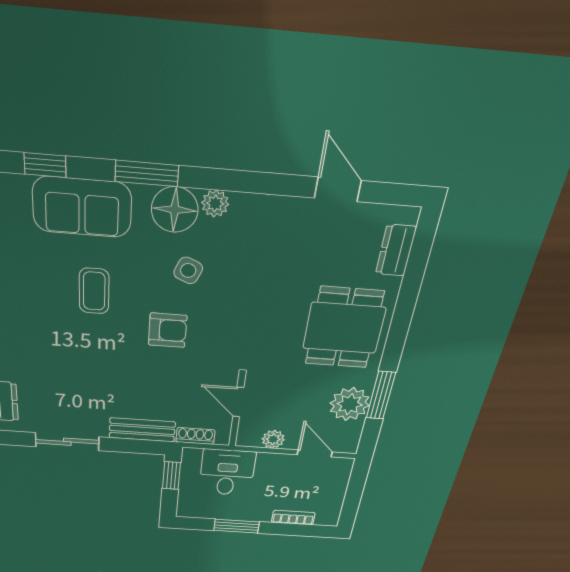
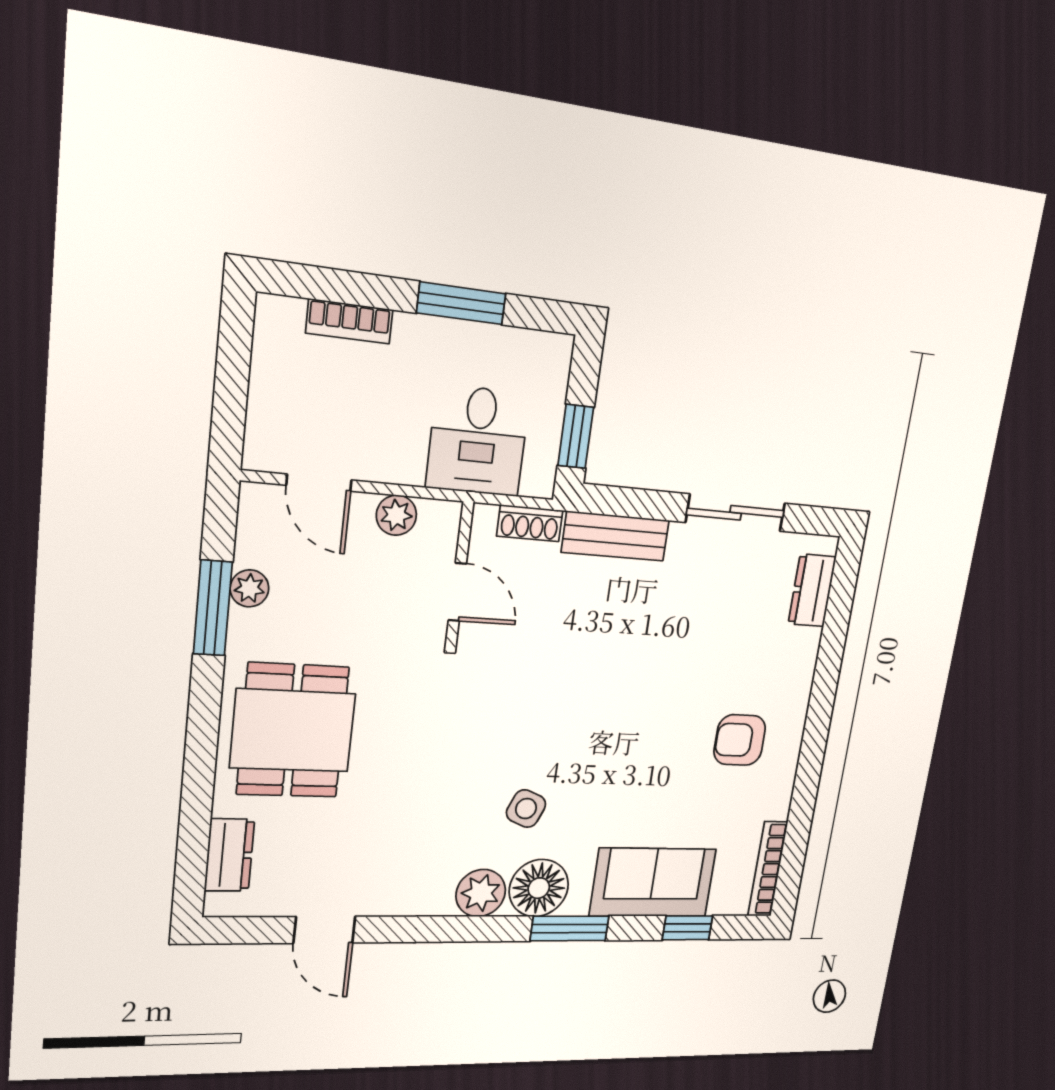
plant: (215, 204) -> (481, 893), width x1.38, depth x1.38
coffee table: (94, 291) -> (655, 772), removed
armchair: (168, 330) -> (740, 740), moved
plant: (350, 404) -> (249, 588), width x0.53, depth x0.53

